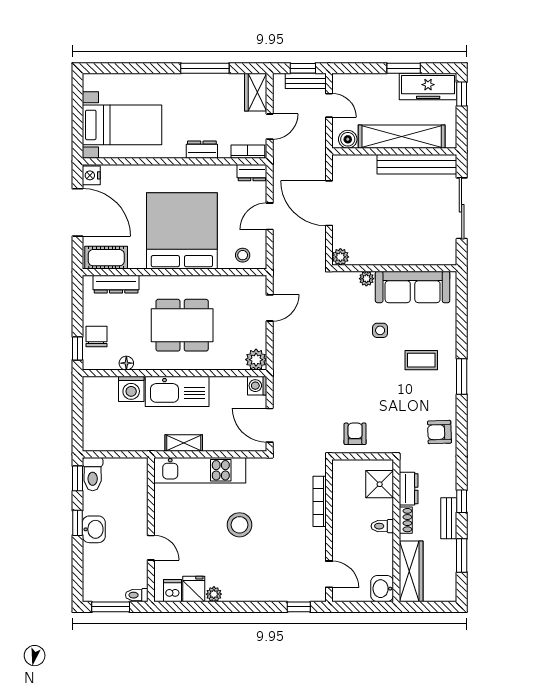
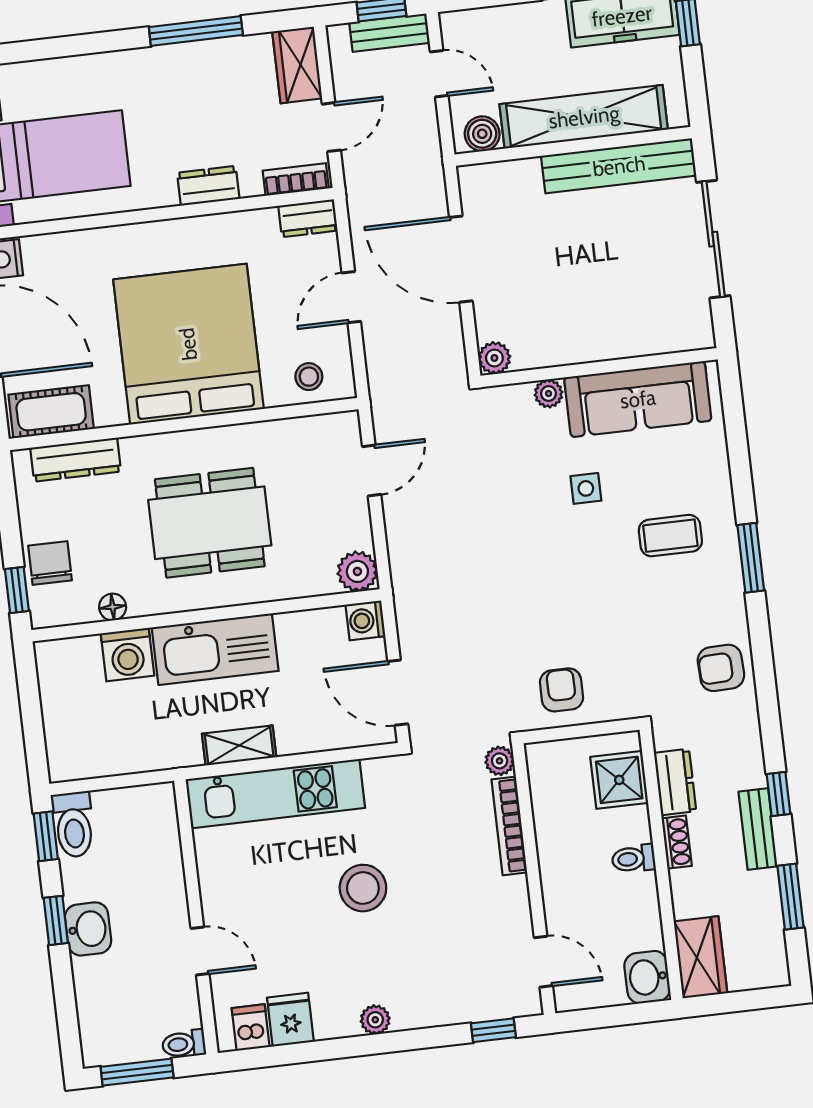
plant: (318, 467) -> (500, 761), added
wardrobe: (411, 571) -> (701, 957), width x0.67
plant: (214, 594) -> (375, 1020), moved

